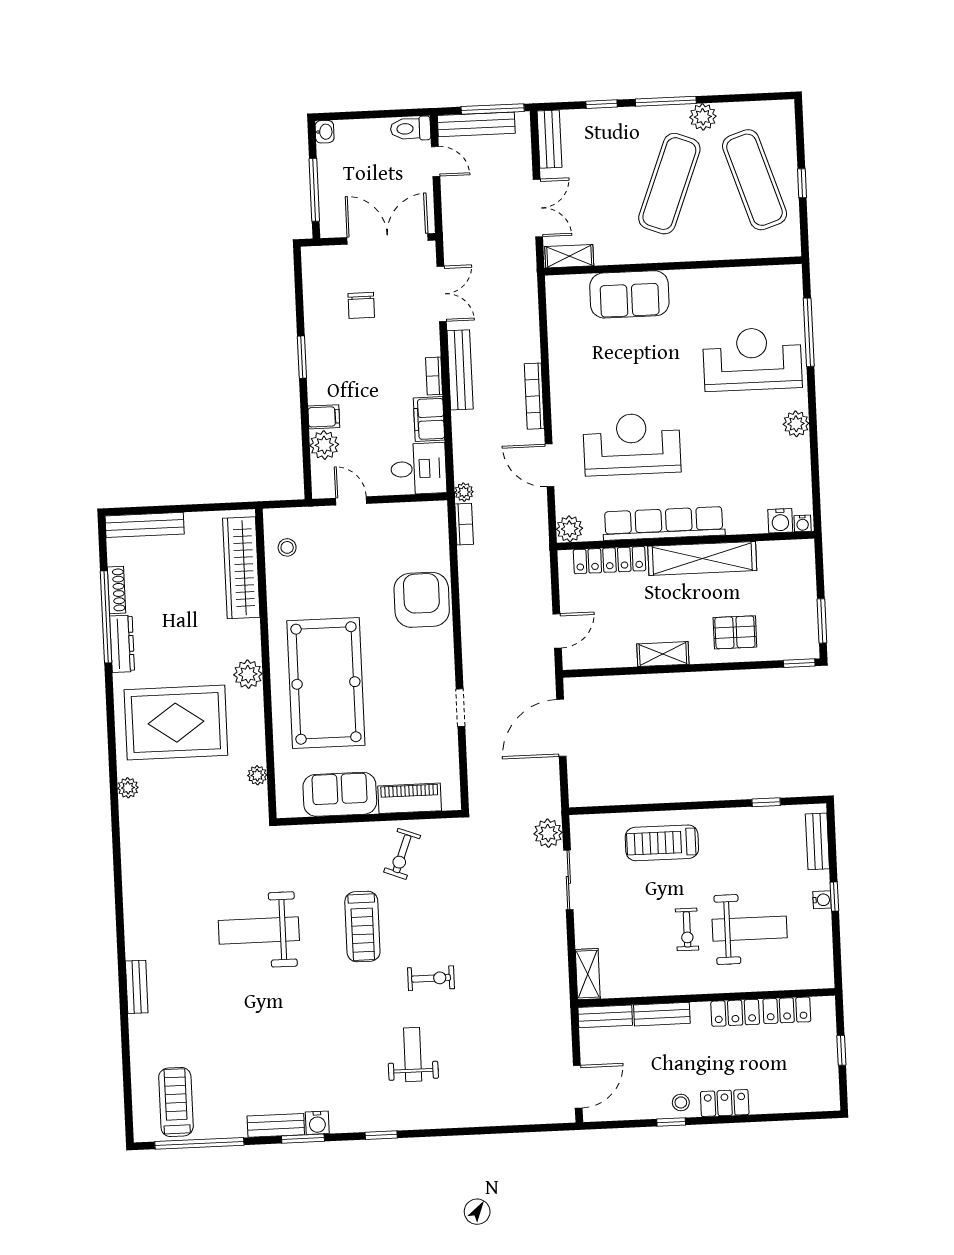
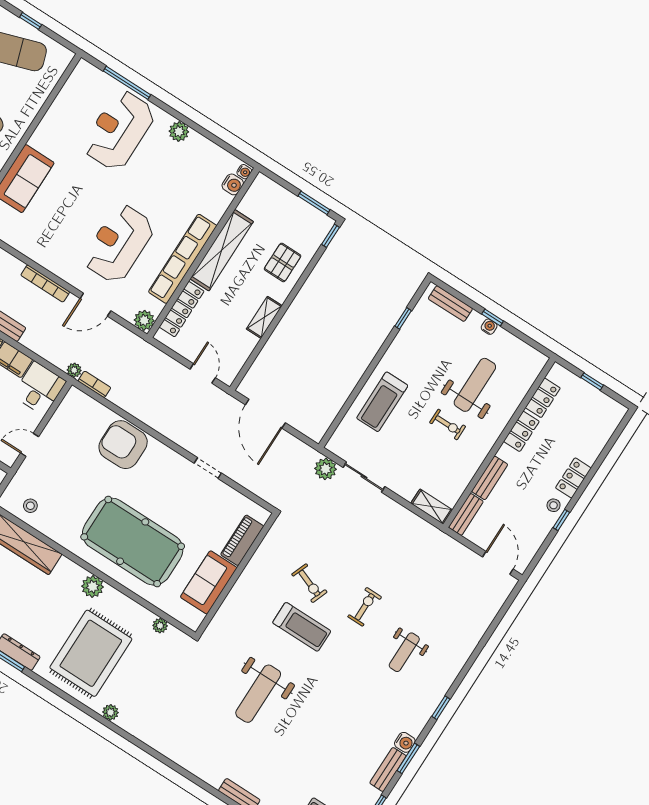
exercise bike: (402, 854) -> (309, 583), moved
weight bench: (413, 1055) -> (404, 652), turned -90

